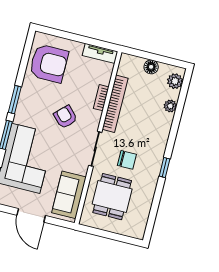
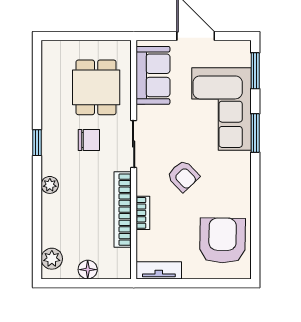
armchair: (49, 63) -> (222, 241), turned 91
window: (15, 100) -> (255, 182), removed
plant: (170, 106) -> (50, 185), moved
chair: (127, 160) -> (89, 140), turned 180

